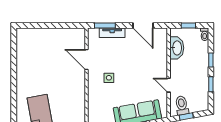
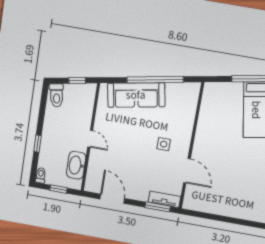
tv unit: (112, 33) -> (164, 199), moved
window: (211, 84) -> (42, 115), removed
door: (169, 85) -> (90, 139), moved
toilet: (182, 105) -> (56, 95), moved

